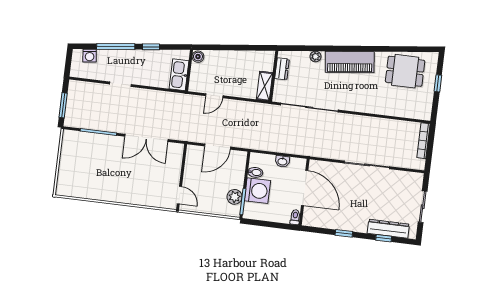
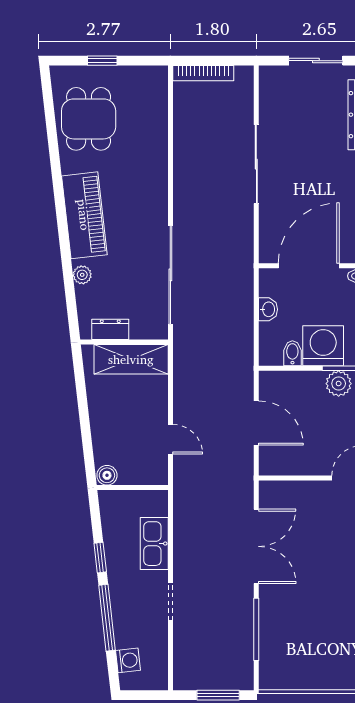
kitchen sink: (179, 75) -> (154, 544), moved, turned 90
shelving: (265, 86) -> (131, 359), width x1.50, depth x1.33

